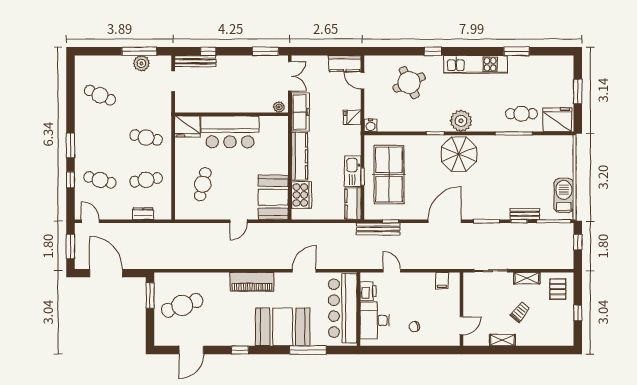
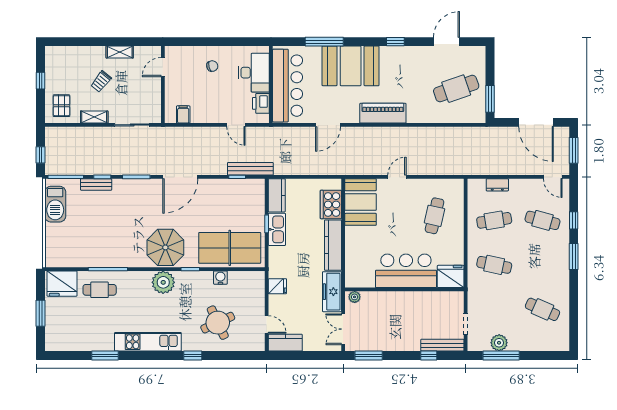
water cooler: (371, 125) -> (220, 278), moved
table tennis table: (389, 175) -> (230, 248), moved, turned 90

